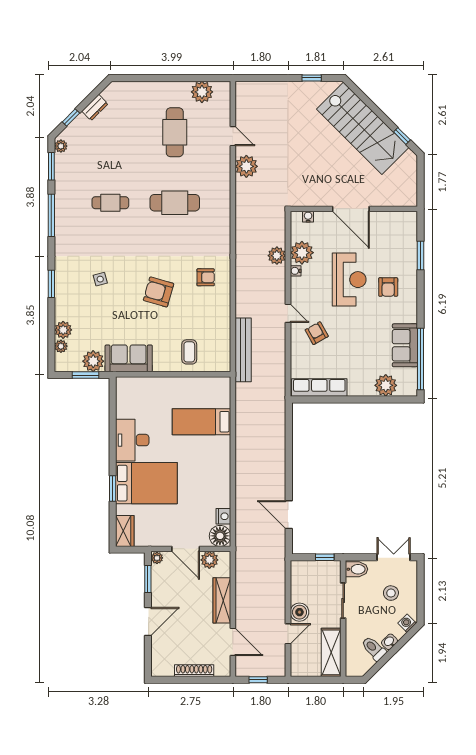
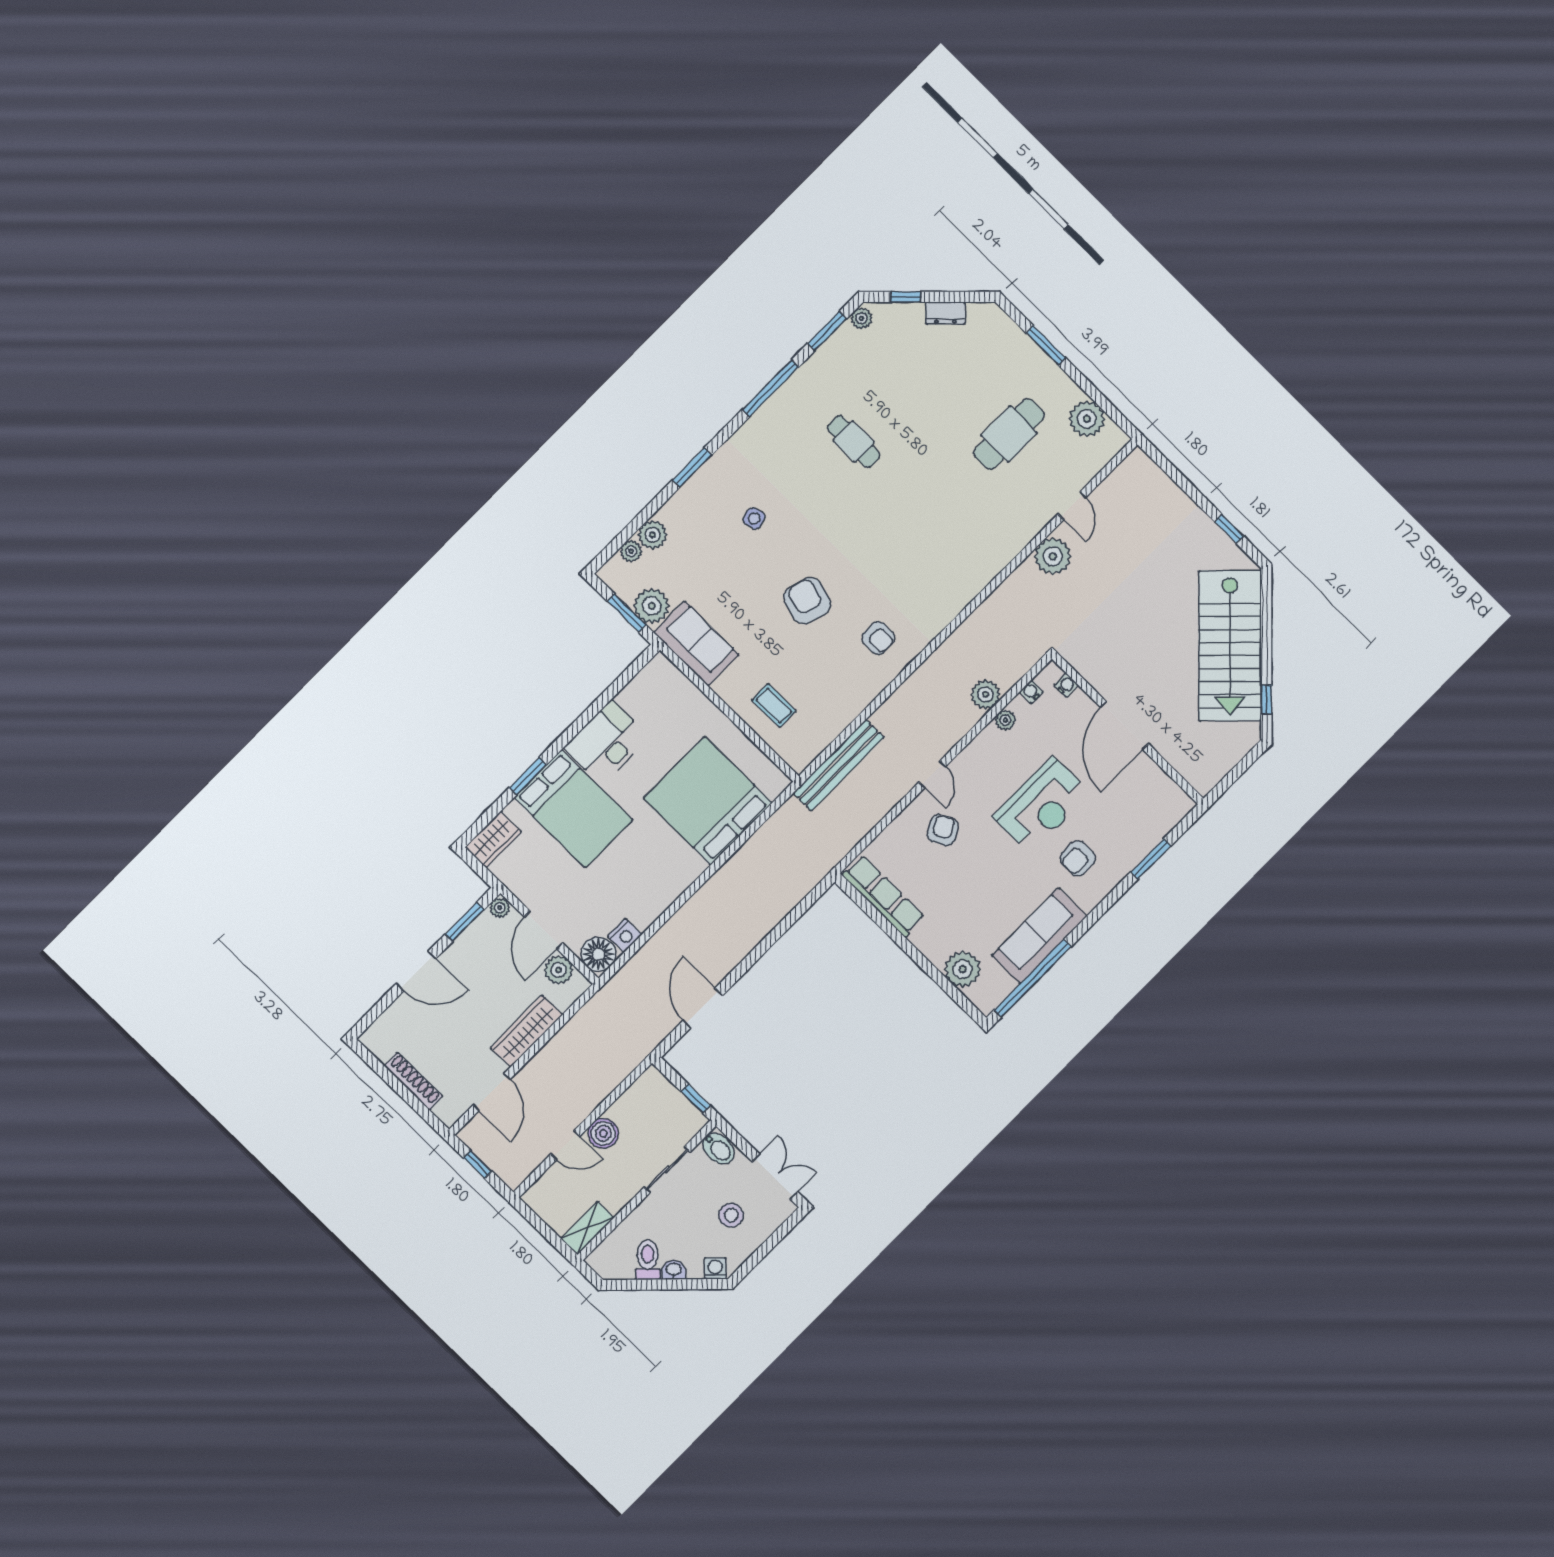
window: (152, 78) -> (1046, 345), added
cafe table: (175, 203) -> (928, 516), removed
plant: (302, 253) -> (1005, 720), width x0.53, depth x0.53
water cooler: (296, 271) -> (1031, 692), moved
sofa: (405, 345) -> (1039, 936), width x1.36
coffee table: (189, 352) -> (774, 706), turned 90
bed: (201, 422) -> (708, 801), width x2.04
shelving: (331, 652) -> (587, 1228), width x0.67, depth x0.75

